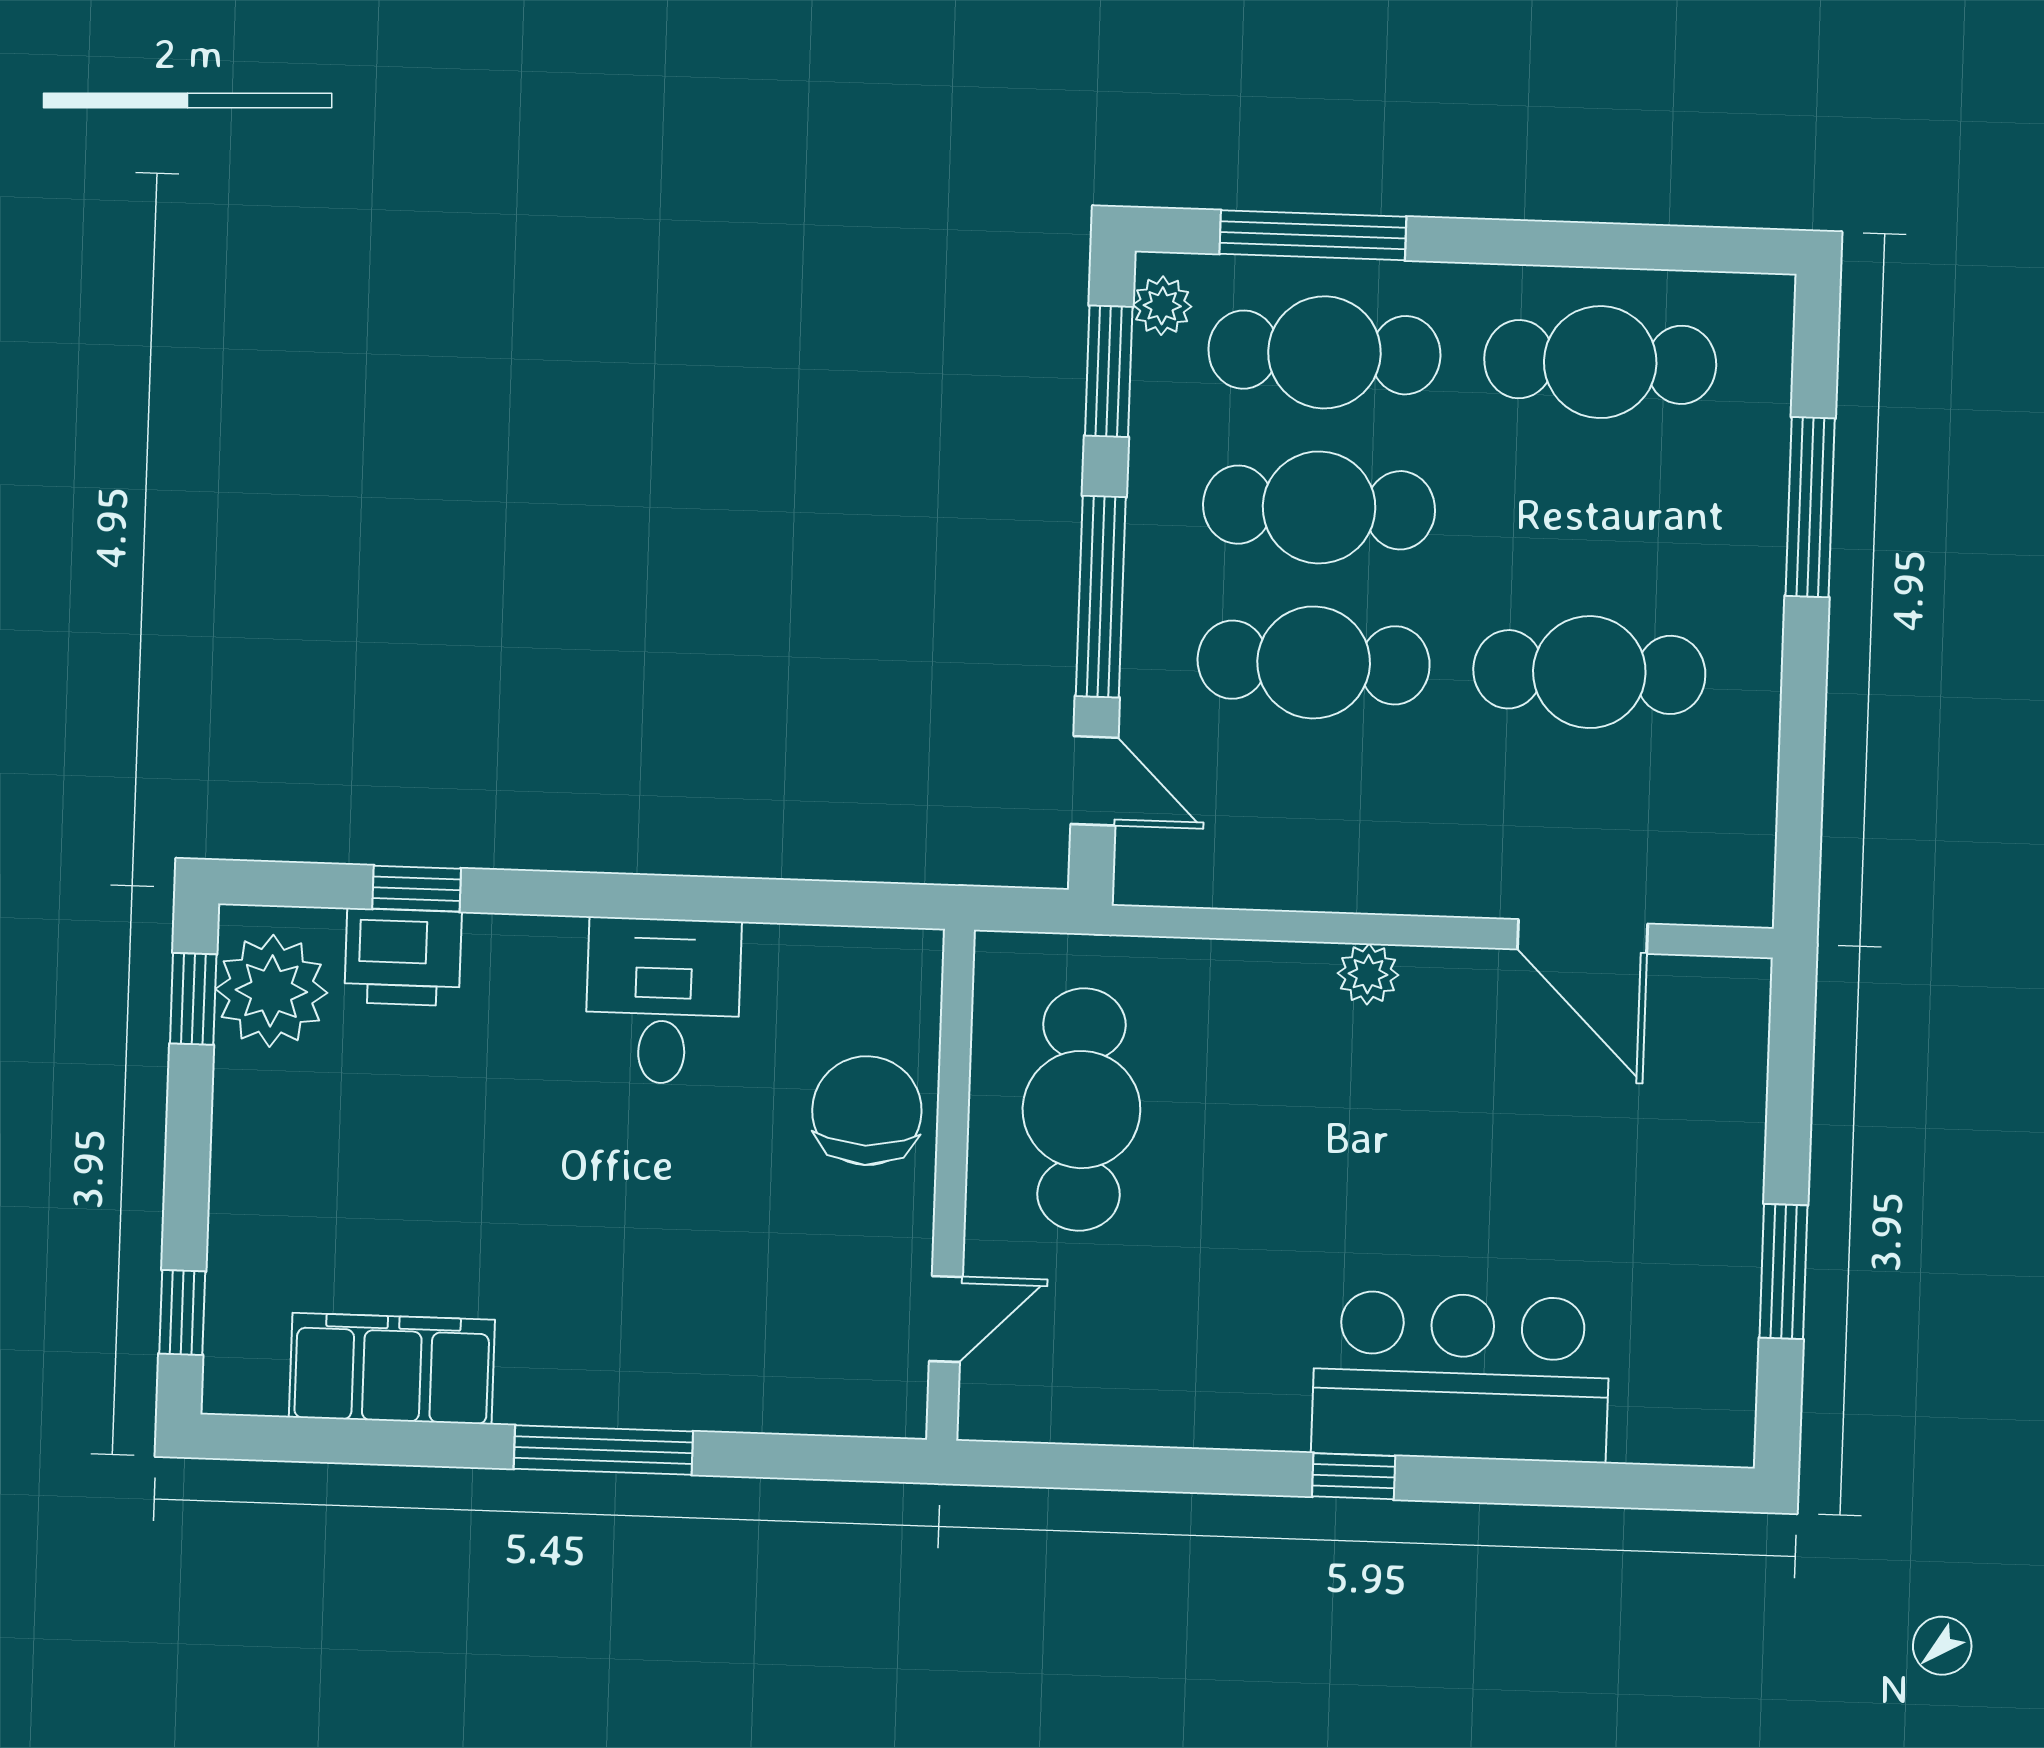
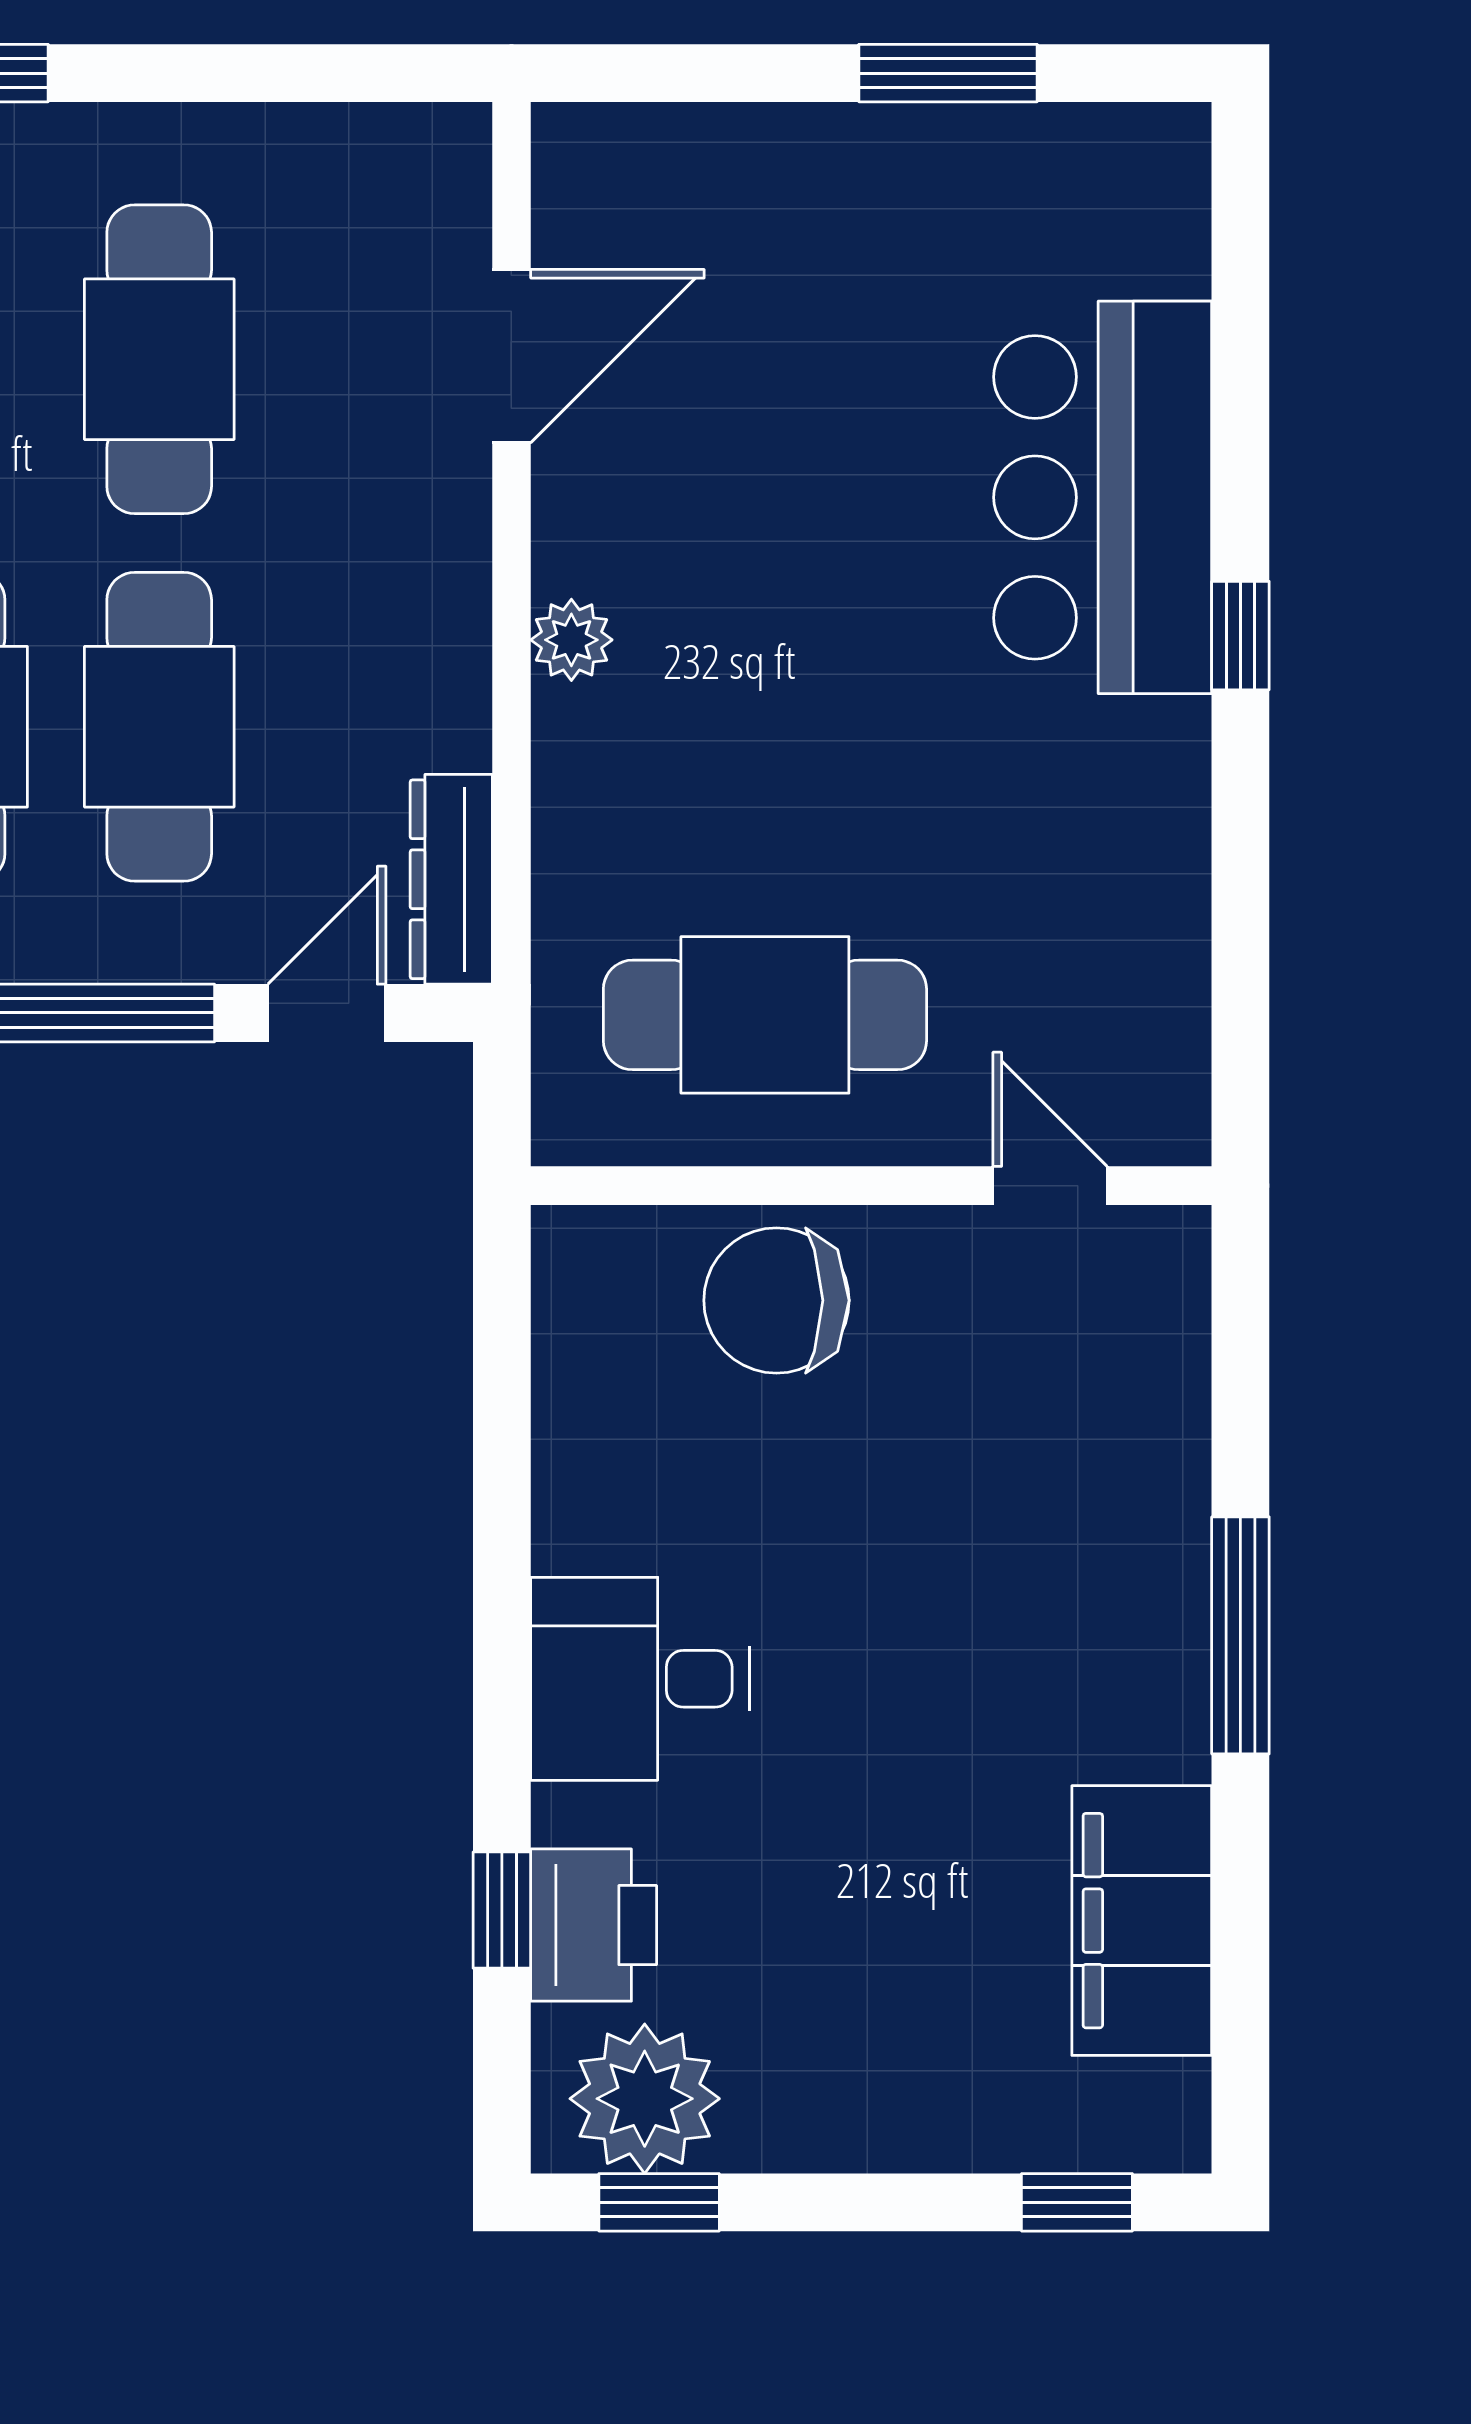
dresser: (1191, 878) -> (451, 879), added
desk: (663, 1001) -> (640, 1679), moved

